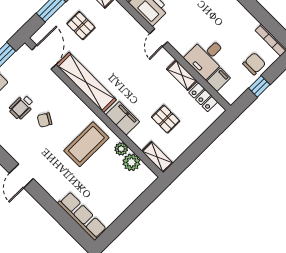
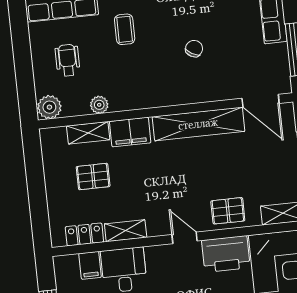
pallet: (81, 26) -> (228, 211), moved
wheelchair: (21, 107) -> (68, 60), moved
coffee table: (86, 144) -> (125, 29), moved, width x0.54, depth x0.58
shelving: (157, 157) -> (88, 133), moved
plant: (131, 162) -> (49, 107), moved

